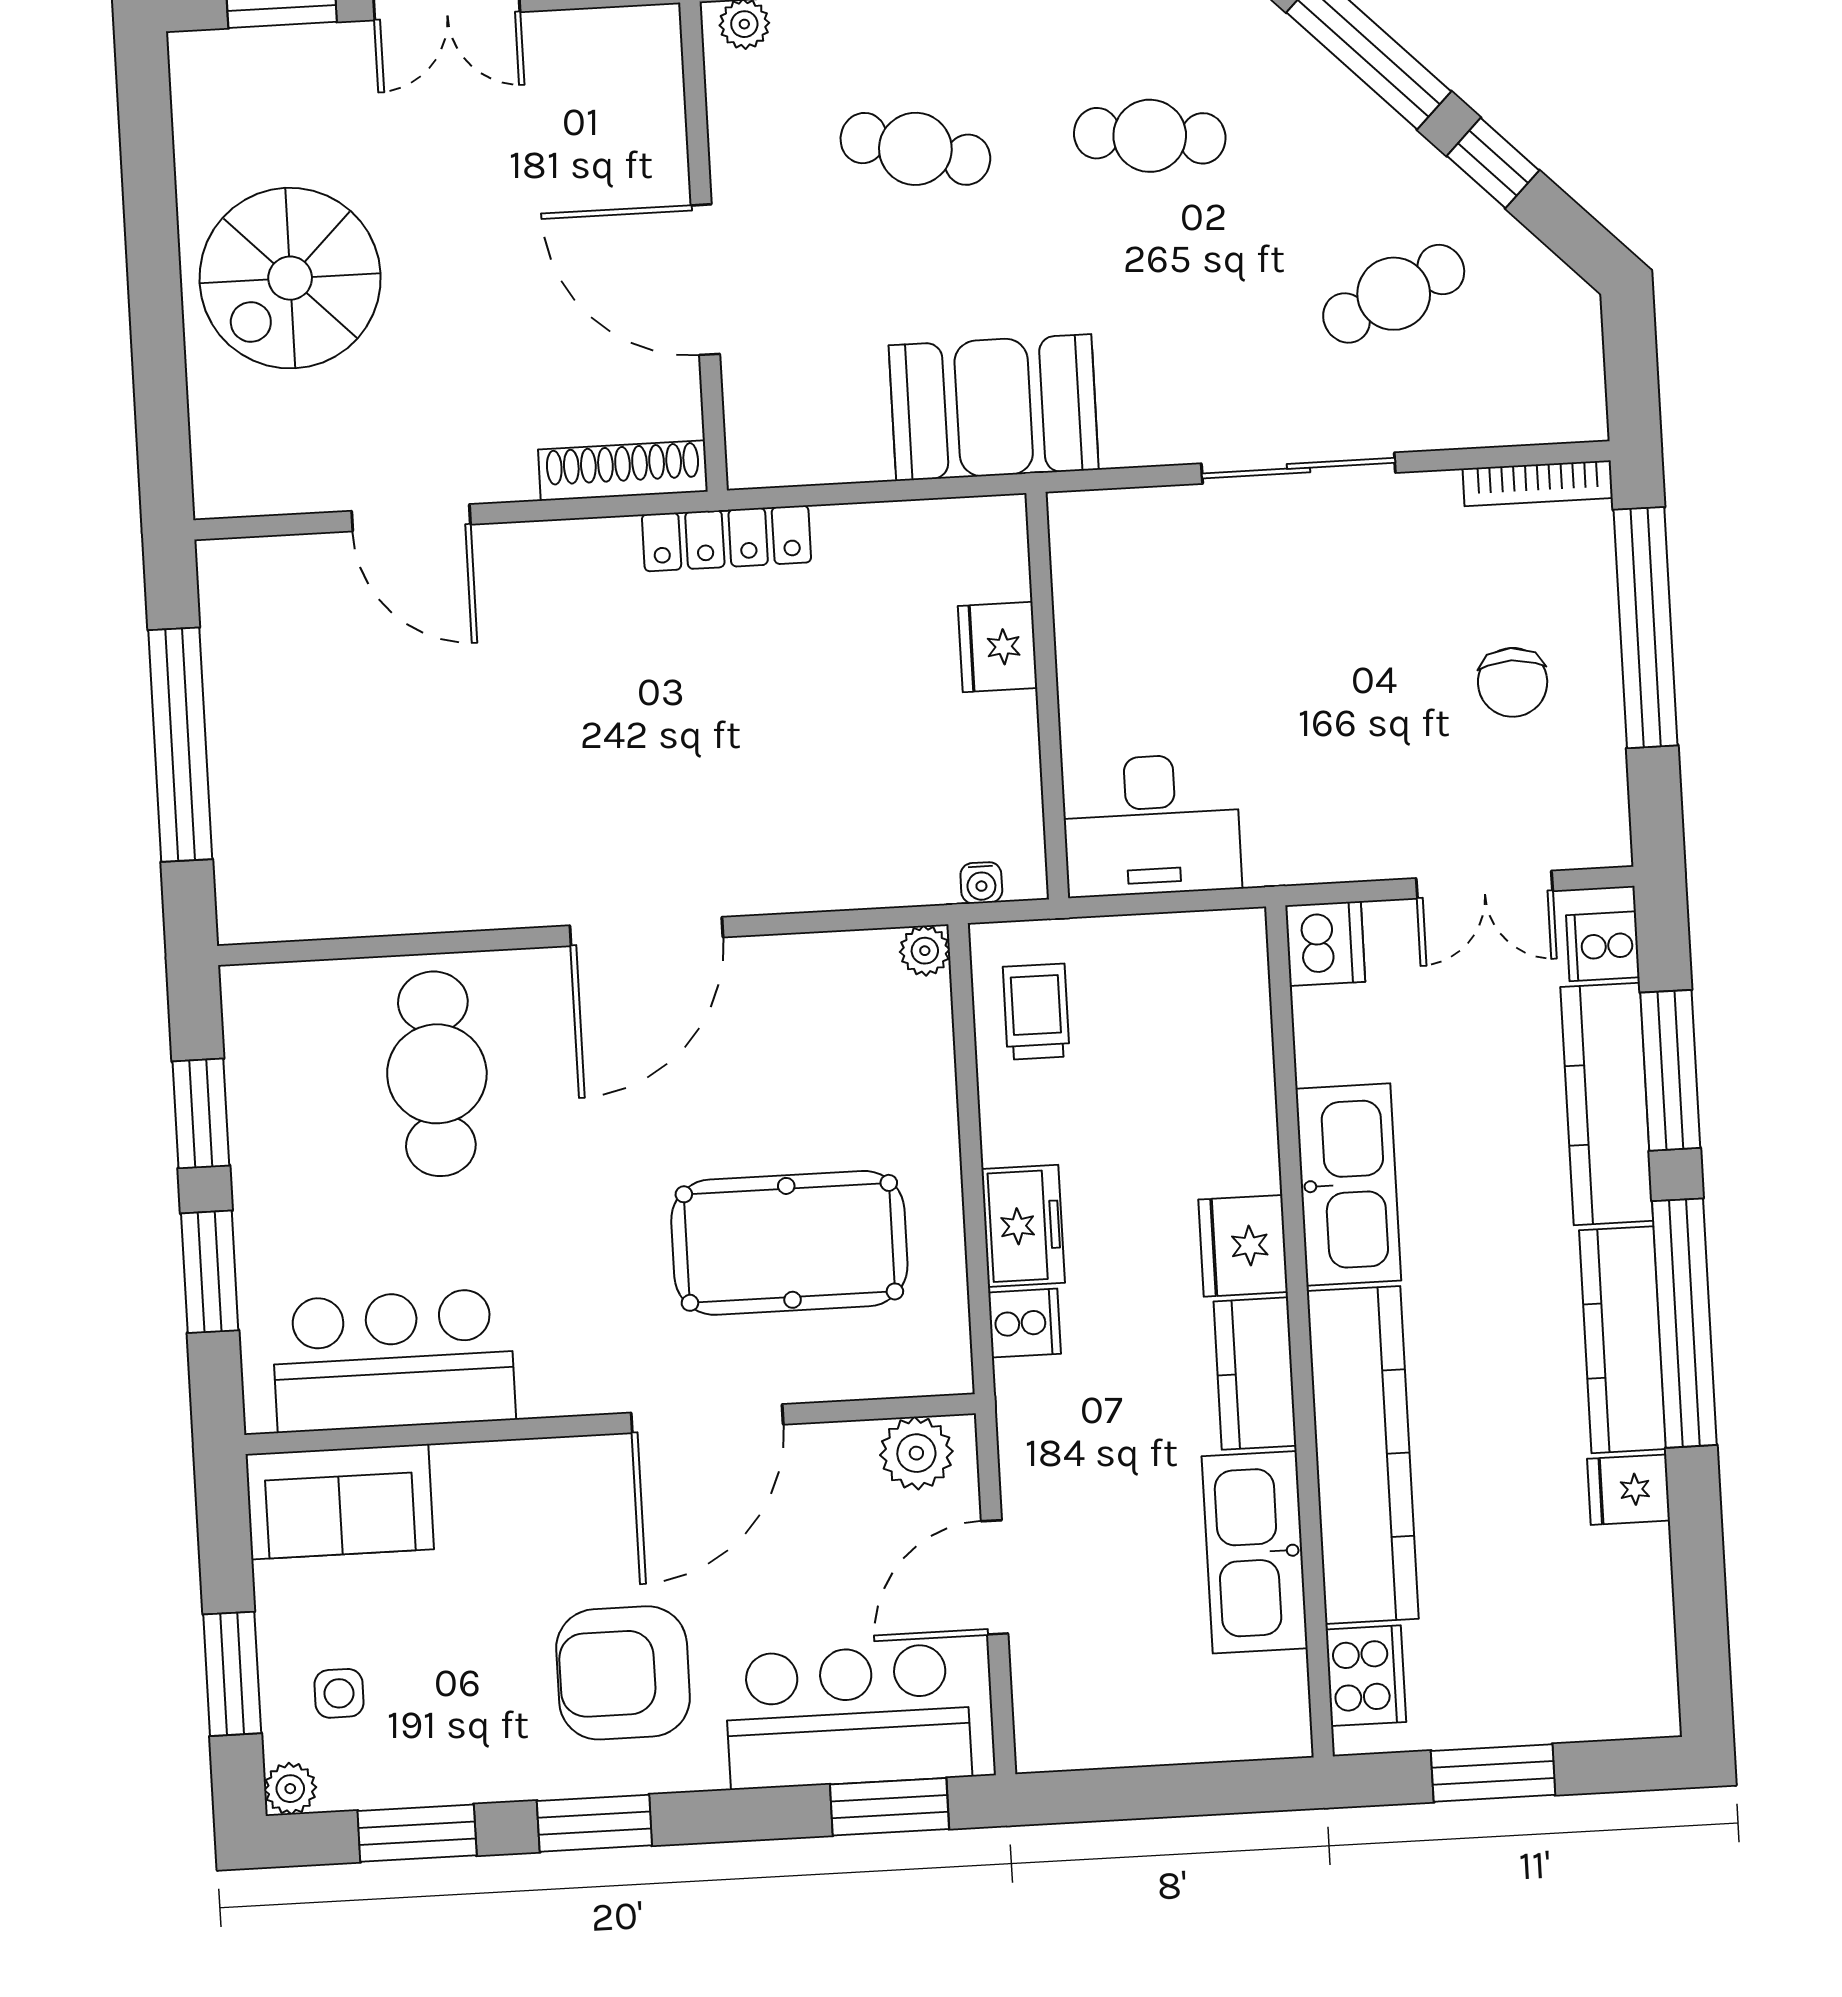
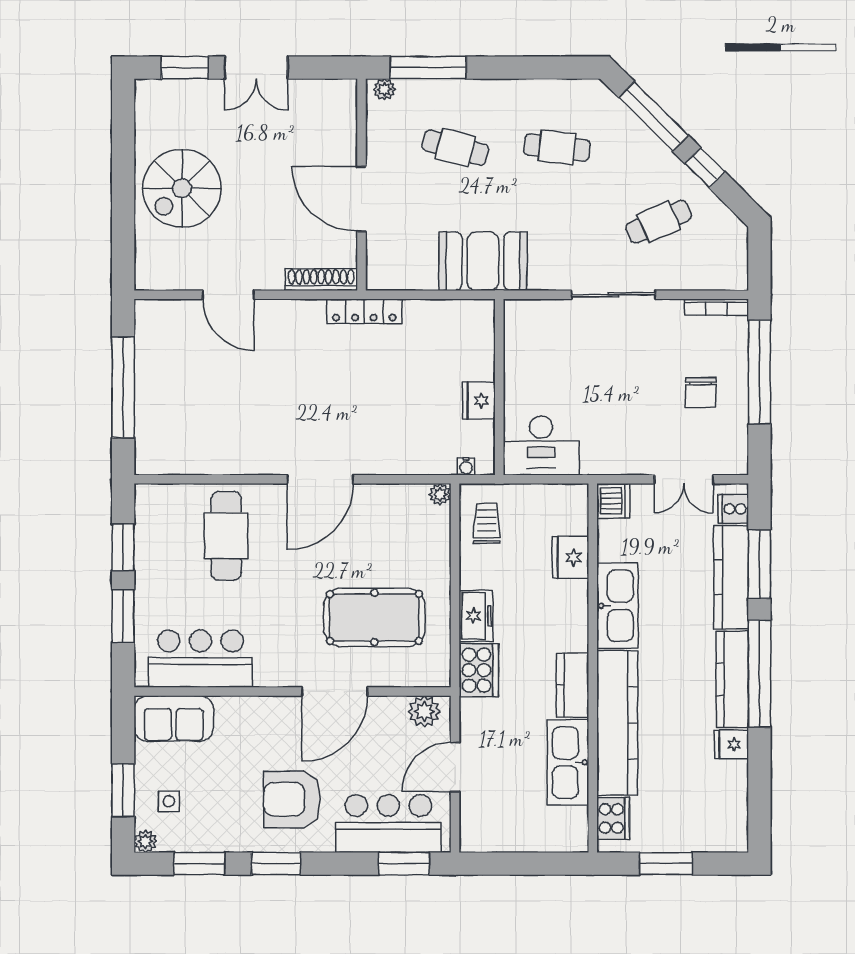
fridge: (998, 647) -> (479, 401), moved
fridge: (1243, 1246) -> (570, 557), moved
cooker: (1025, 1323) -> (479, 670), width x1.87, depth x1.31

